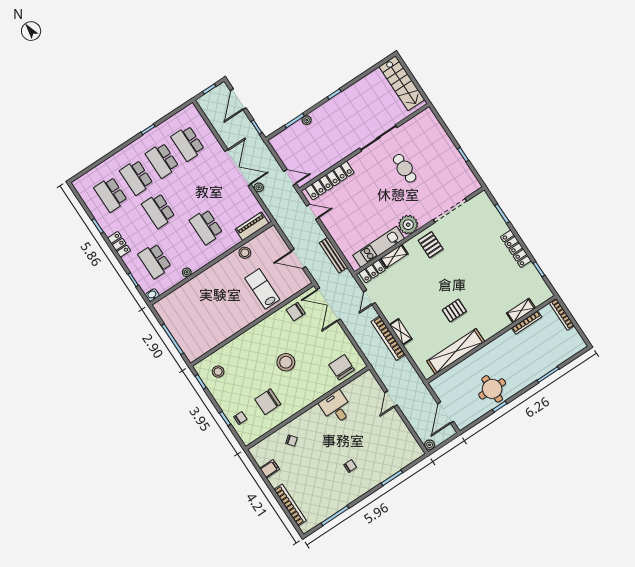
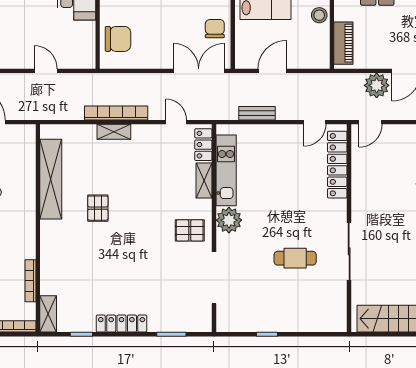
plant: (259, 187) -> (377, 85), width x1.87, depth x1.87
bench: (333, 255) -> (257, 113), width x0.73
shelving: (521, 311) -> (48, 314), moved

